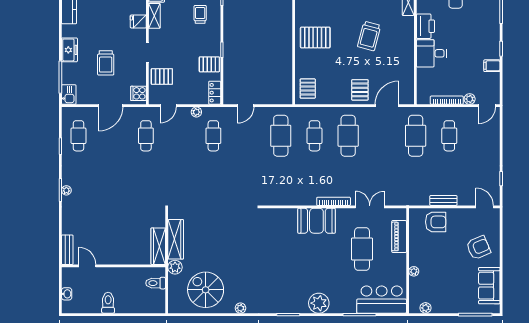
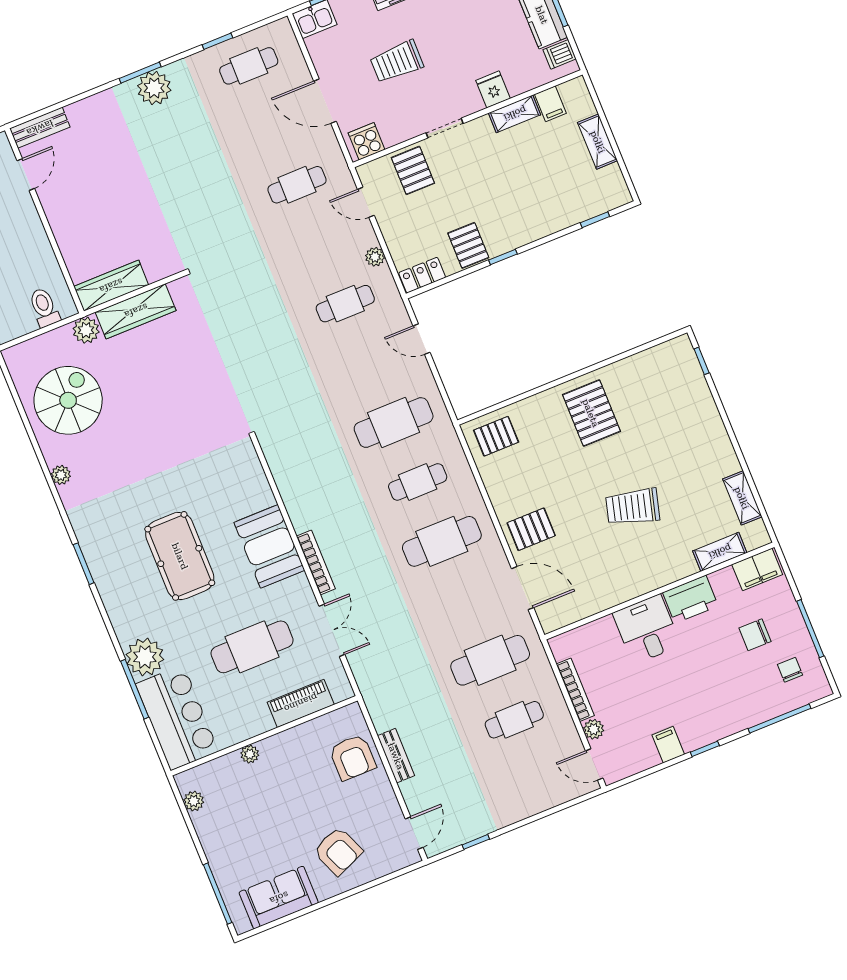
trolley: (200, 14) -> (550, 193), removed
plant: (66, 190) -> (154, 88), width x1.88, depth x1.88
pool table: (303, 266) -> (180, 556), added
plant: (319, 303) -> (145, 657), moved

